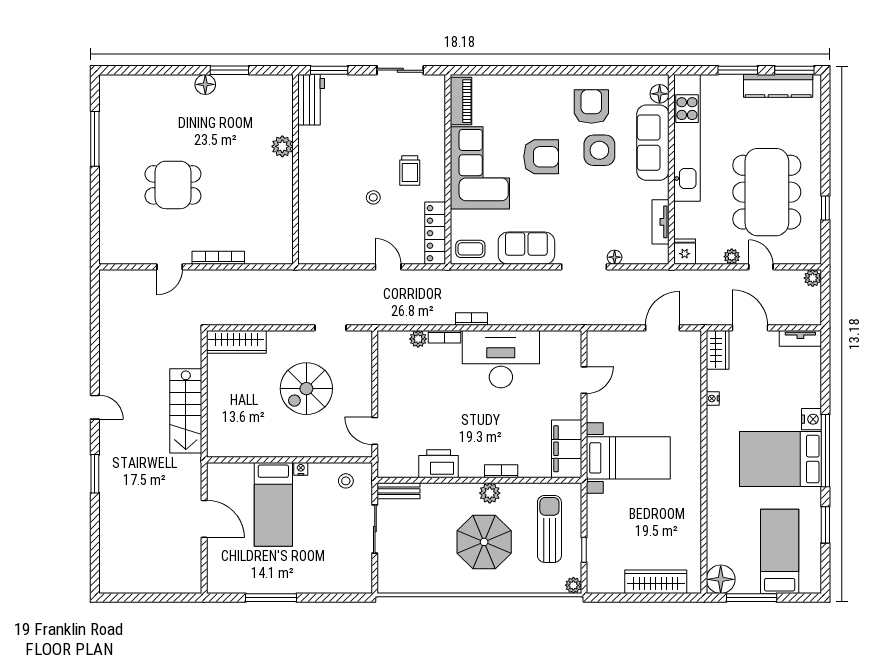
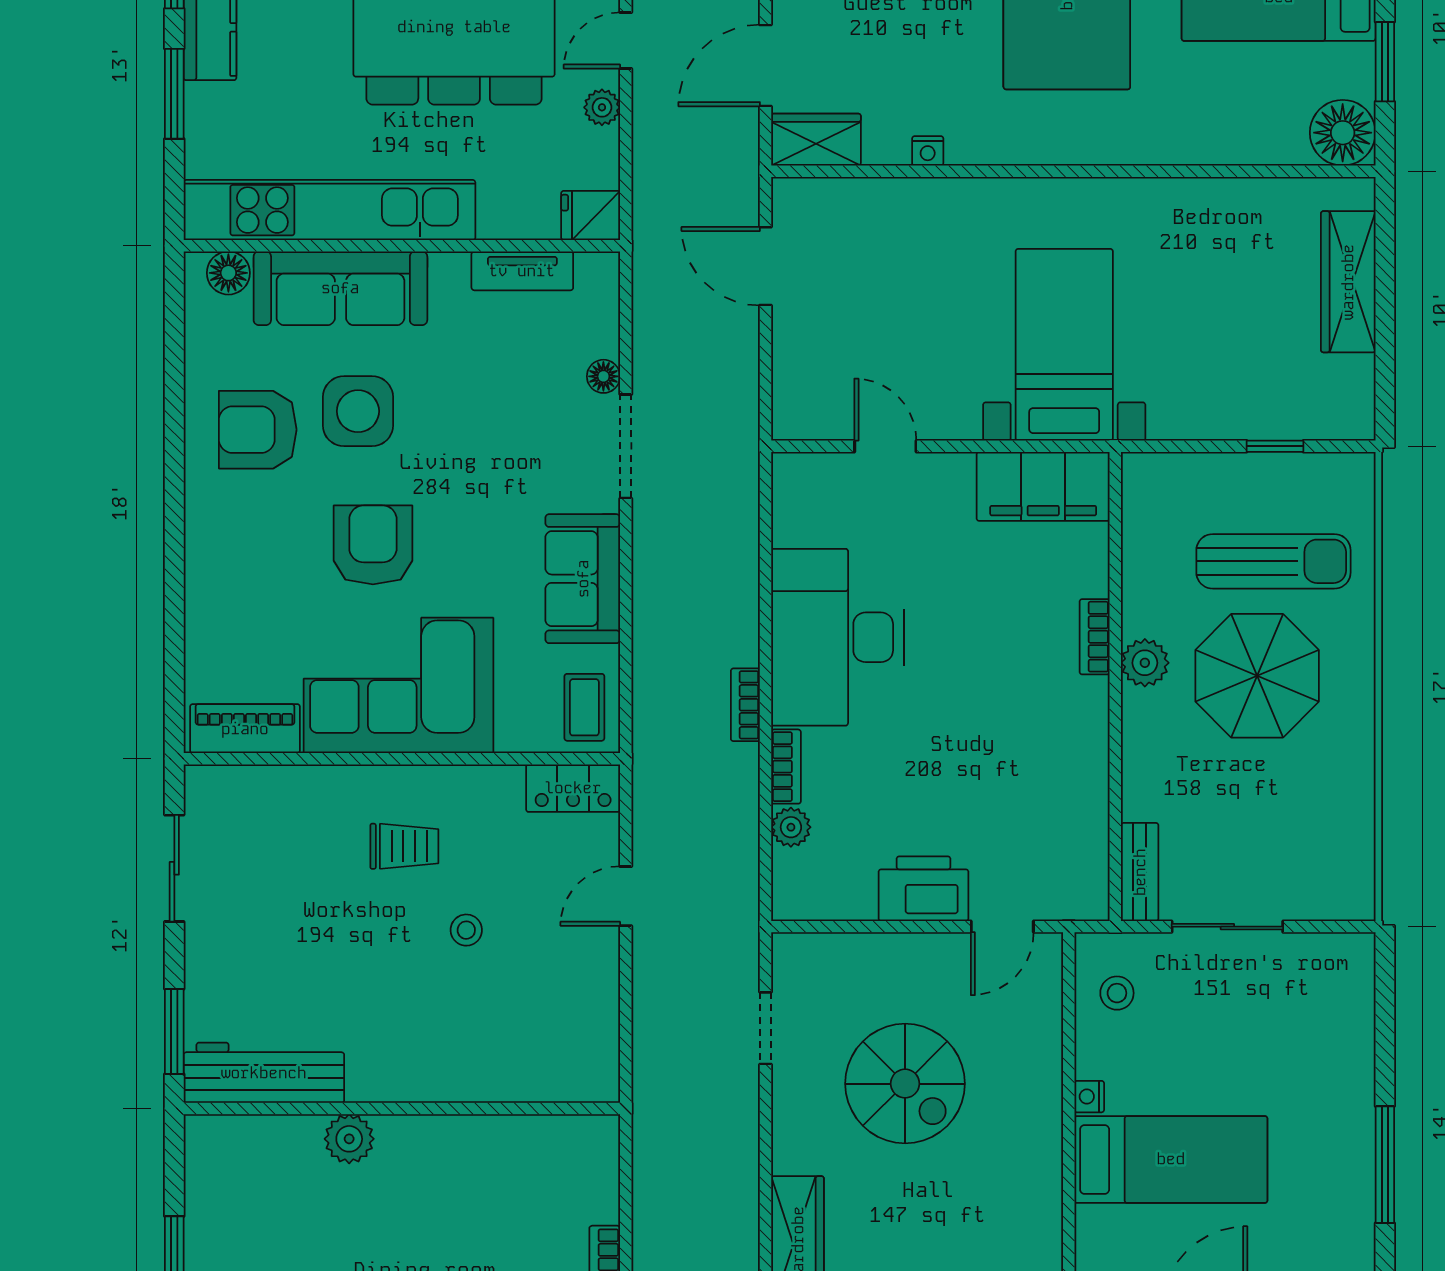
workbench: (311, 100) -> (264, 1073), width x1.38
locker: (435, 233) -> (573, 788), width x0.66
printer: (439, 464) -> (923, 889), moved, turned 90
sun lounger: (549, 529) -> (1273, 561), moved, turned 180
plant: (573, 585) -> (1357, 471), removed
window: (752, 598) -> (1385, 62), width x0.69

